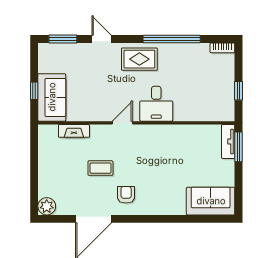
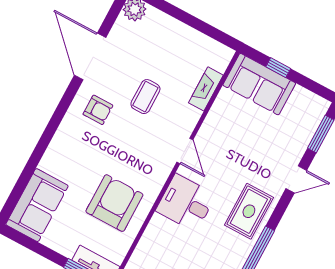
armchair: (182, 151) -> (114, 203), added

